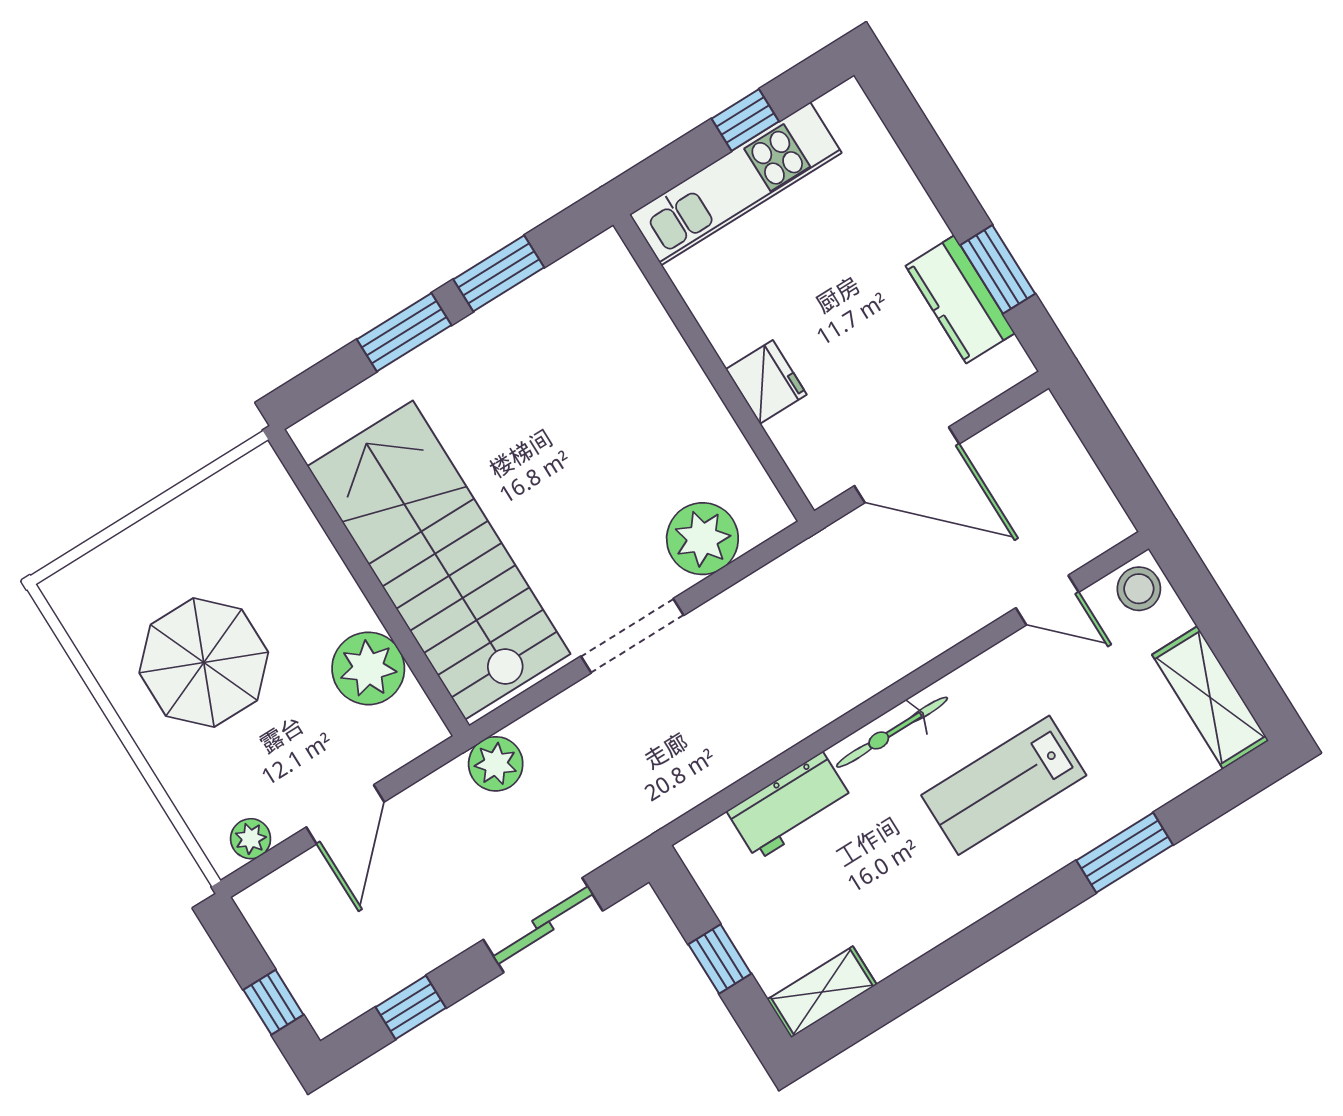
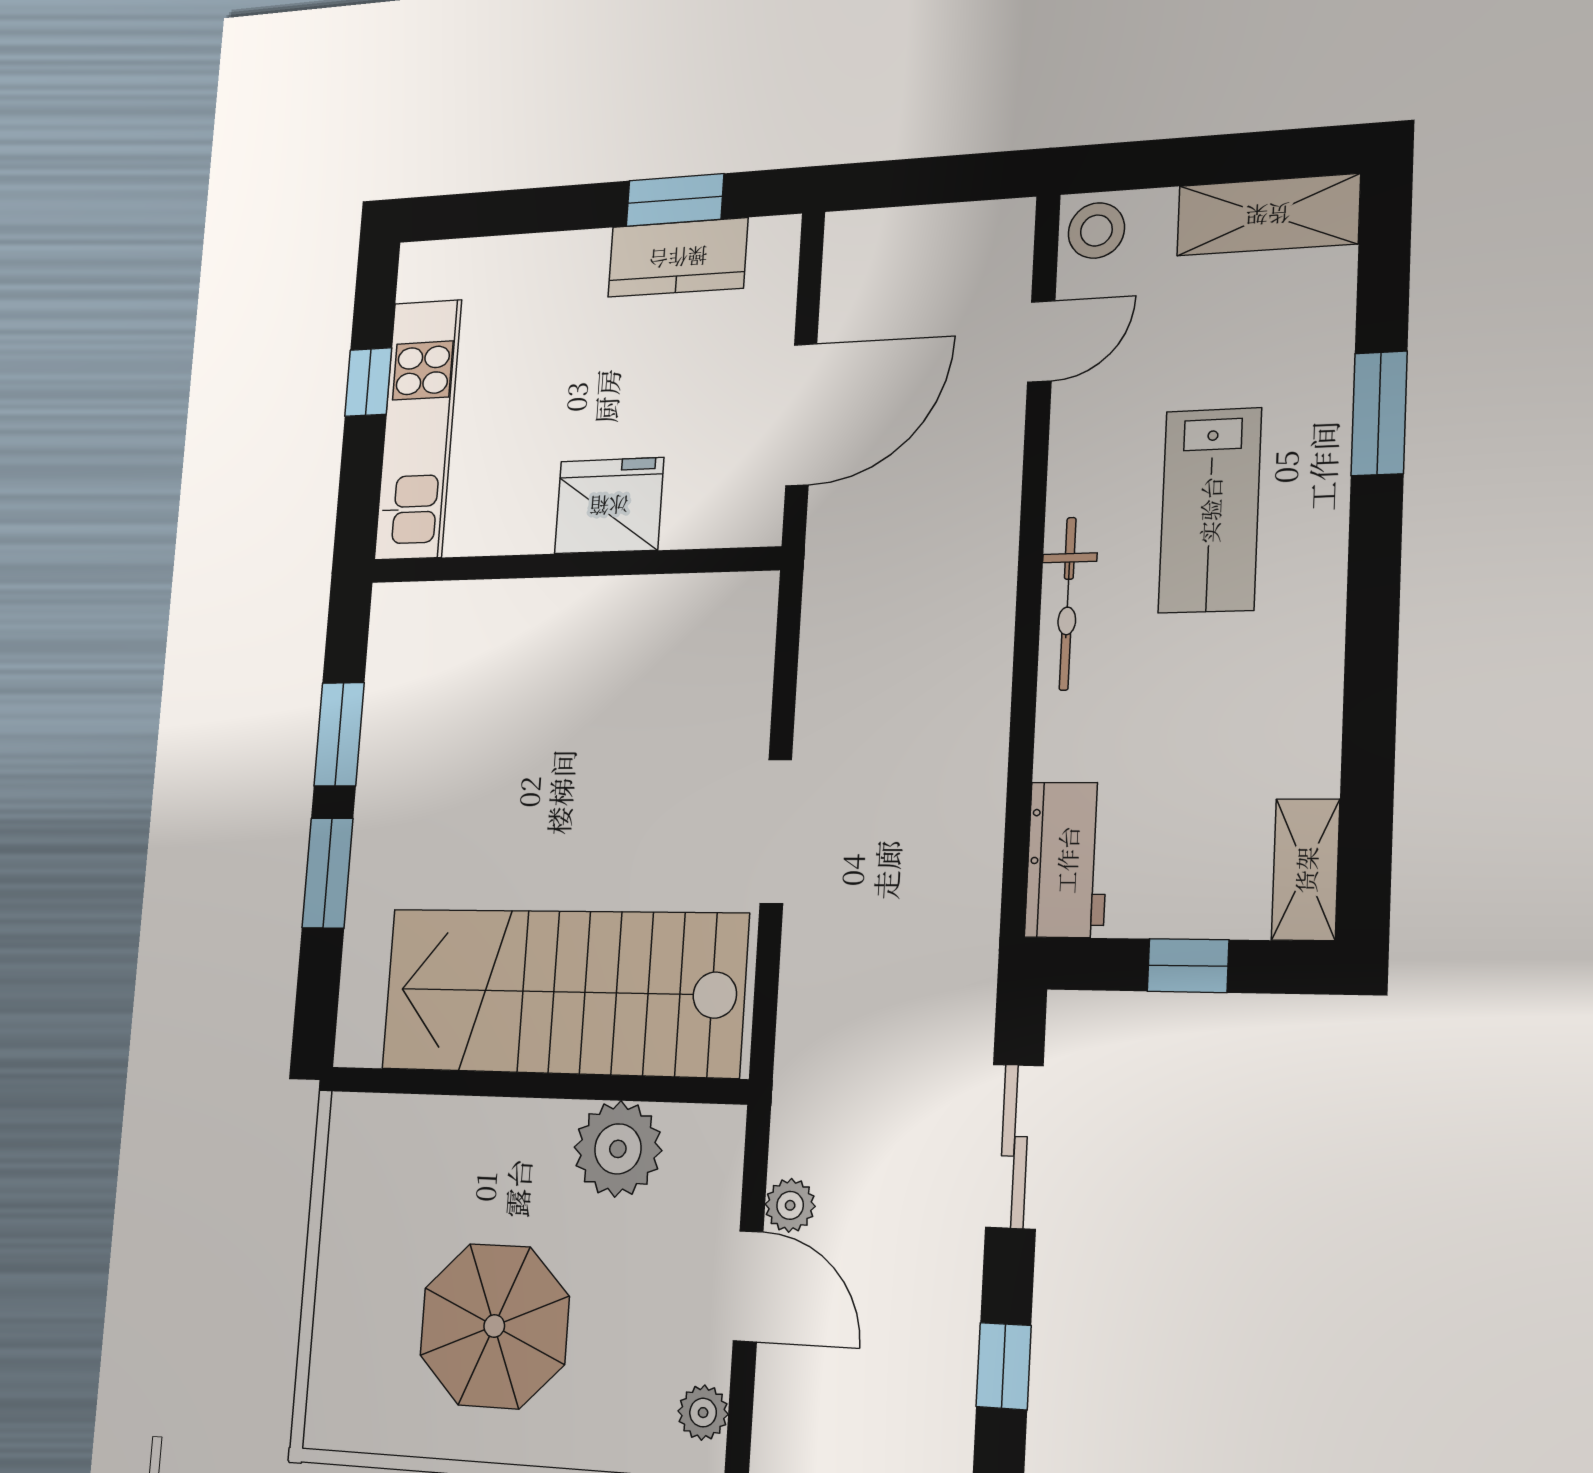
fridge: (766, 382) -> (609, 506), width x1.36, depth x1.34
plant: (702, 539) -> (729, 688), removed
plant: (496, 764) -> (790, 1205), moved, width x0.73, depth x0.73
workbench: (790, 806) -> (1067, 860), moved

